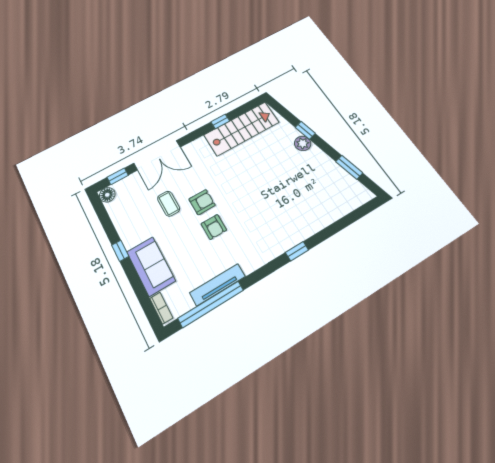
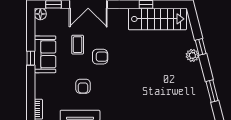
armchair: (214, 227) -> (83, 86), moved
sofa: (151, 266) -> (45, 54), moved

